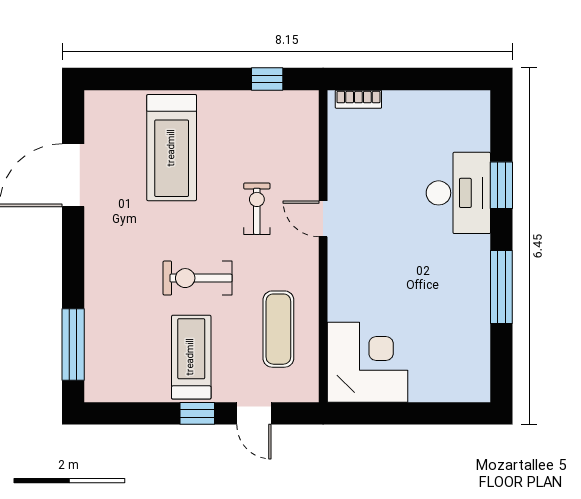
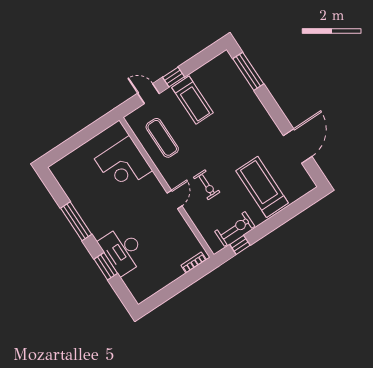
door: (323, 219) -> (175, 199), hinge flipped
exercise bike: (198, 278) -> (235, 229), moved
corner desk: (367, 362) -> (123, 165), moved

